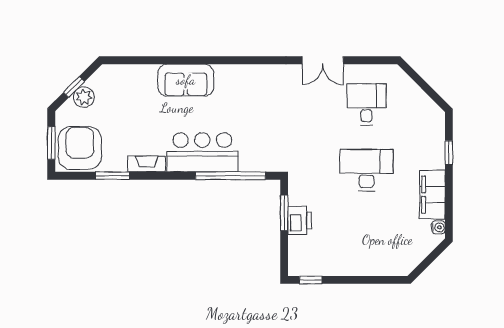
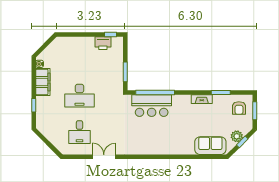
sofa: (186, 80) -> (210, 146), moved
armchair: (80, 148) -> (239, 108), width x0.53, depth x0.53
bar counter: (202, 152) -> (152, 106), moved
printer: (300, 220) -> (103, 43), moved, turned -90

